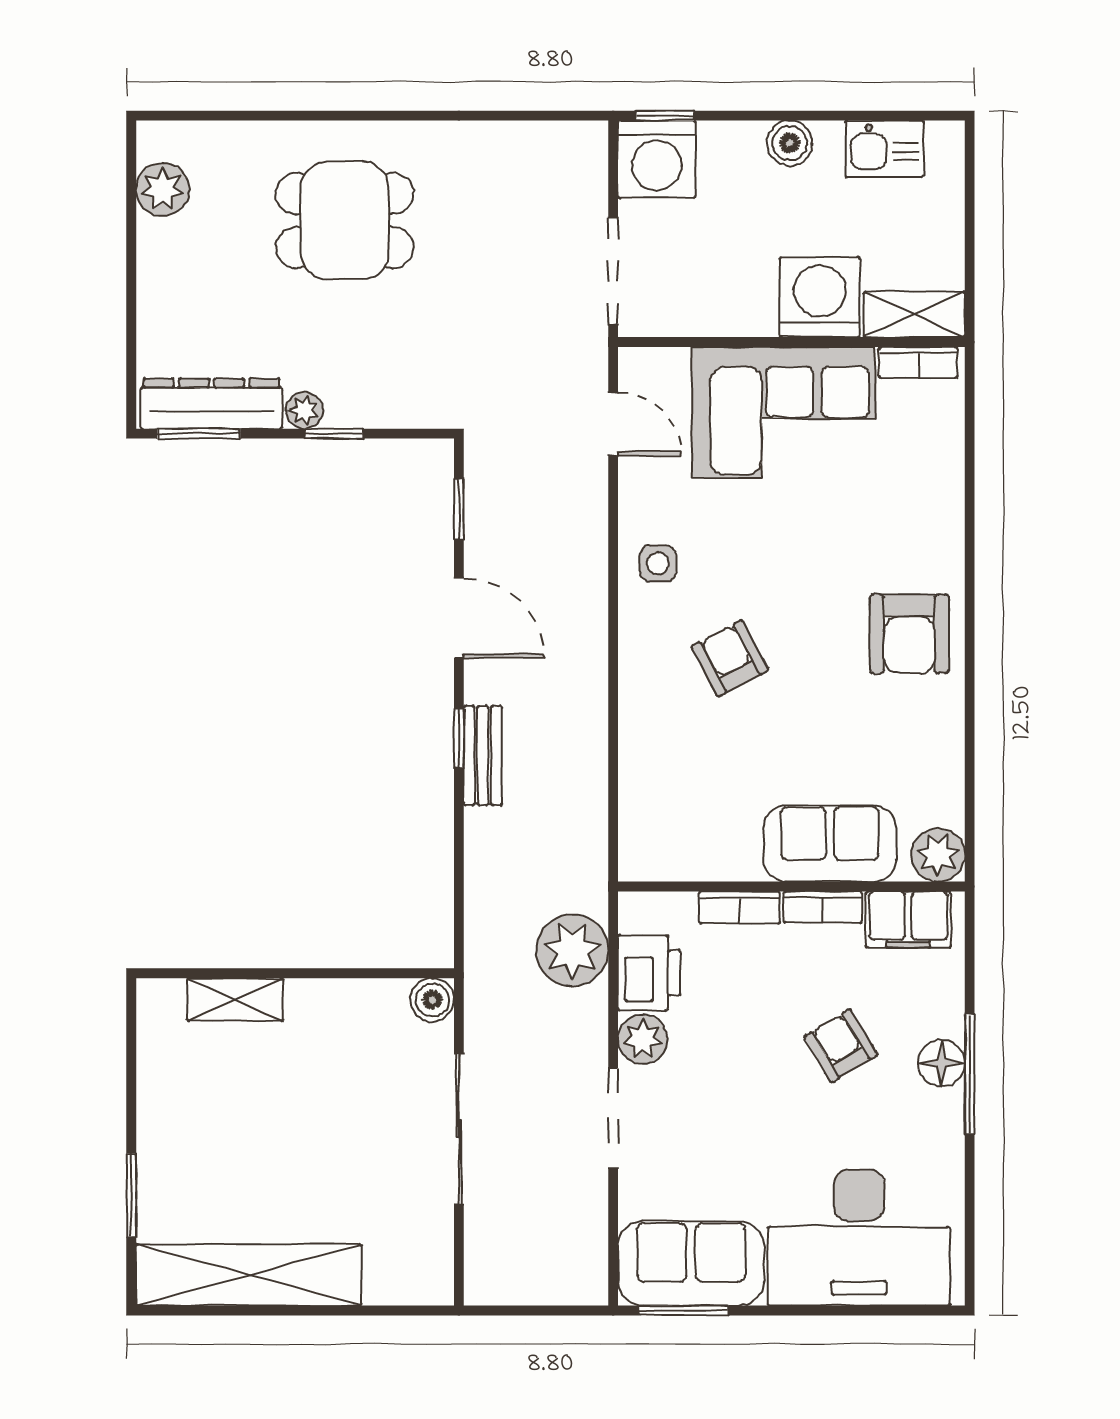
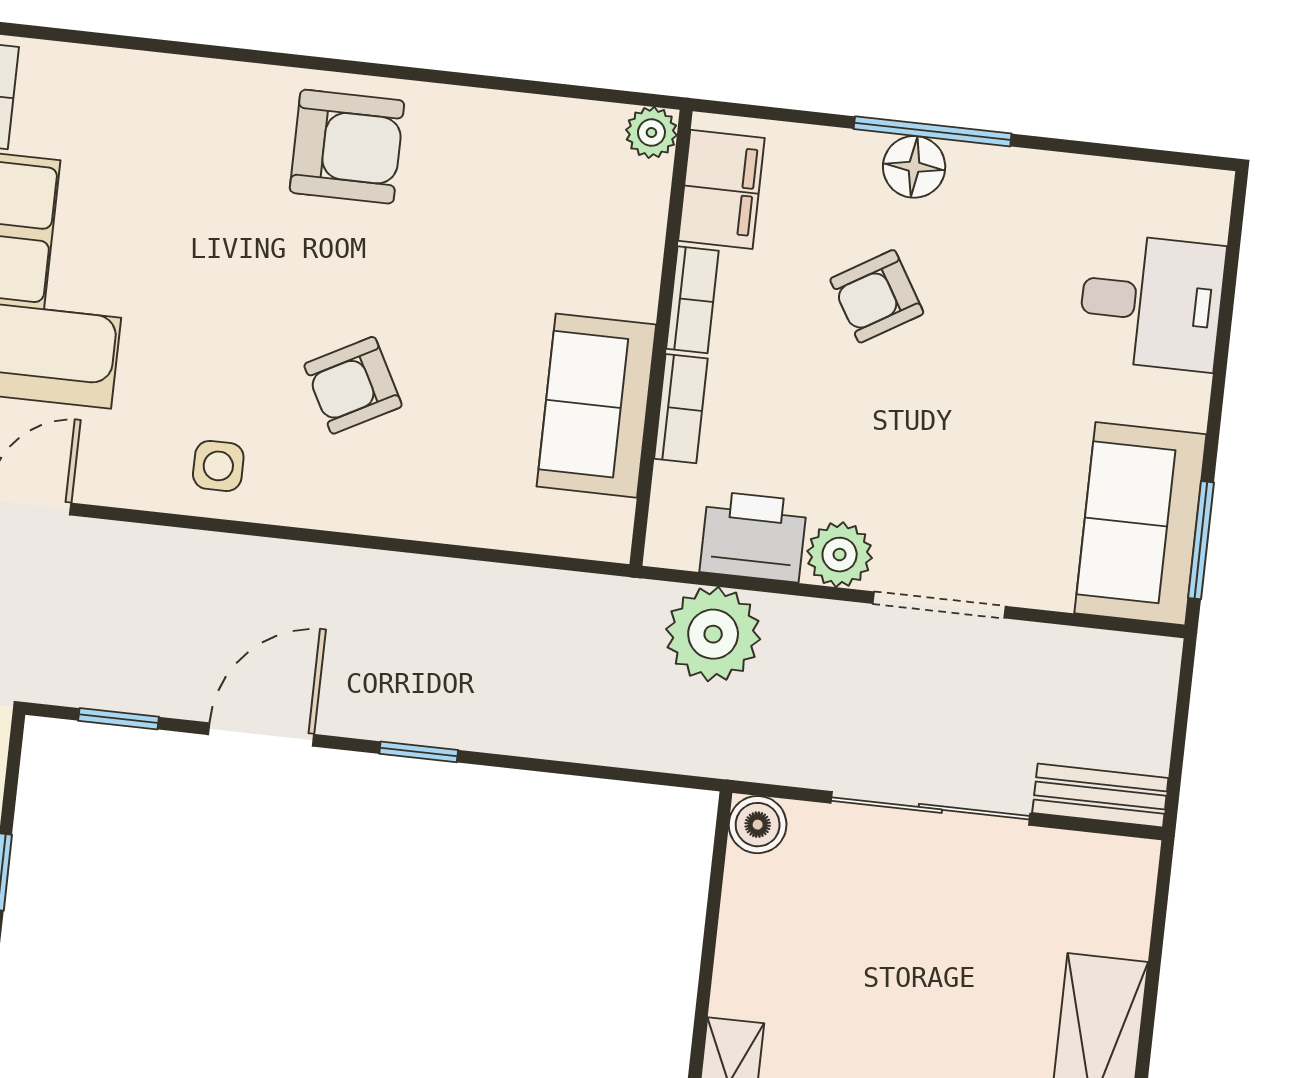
bench: (483, 756) -> (1100, 795), moved
sofa: (830, 843) -> (596, 406), moved
plant: (938, 855) -> (651, 133), width x0.73, depth x0.73
desk: (859, 1238) -> (1151, 302), width x0.53, depth x0.77

